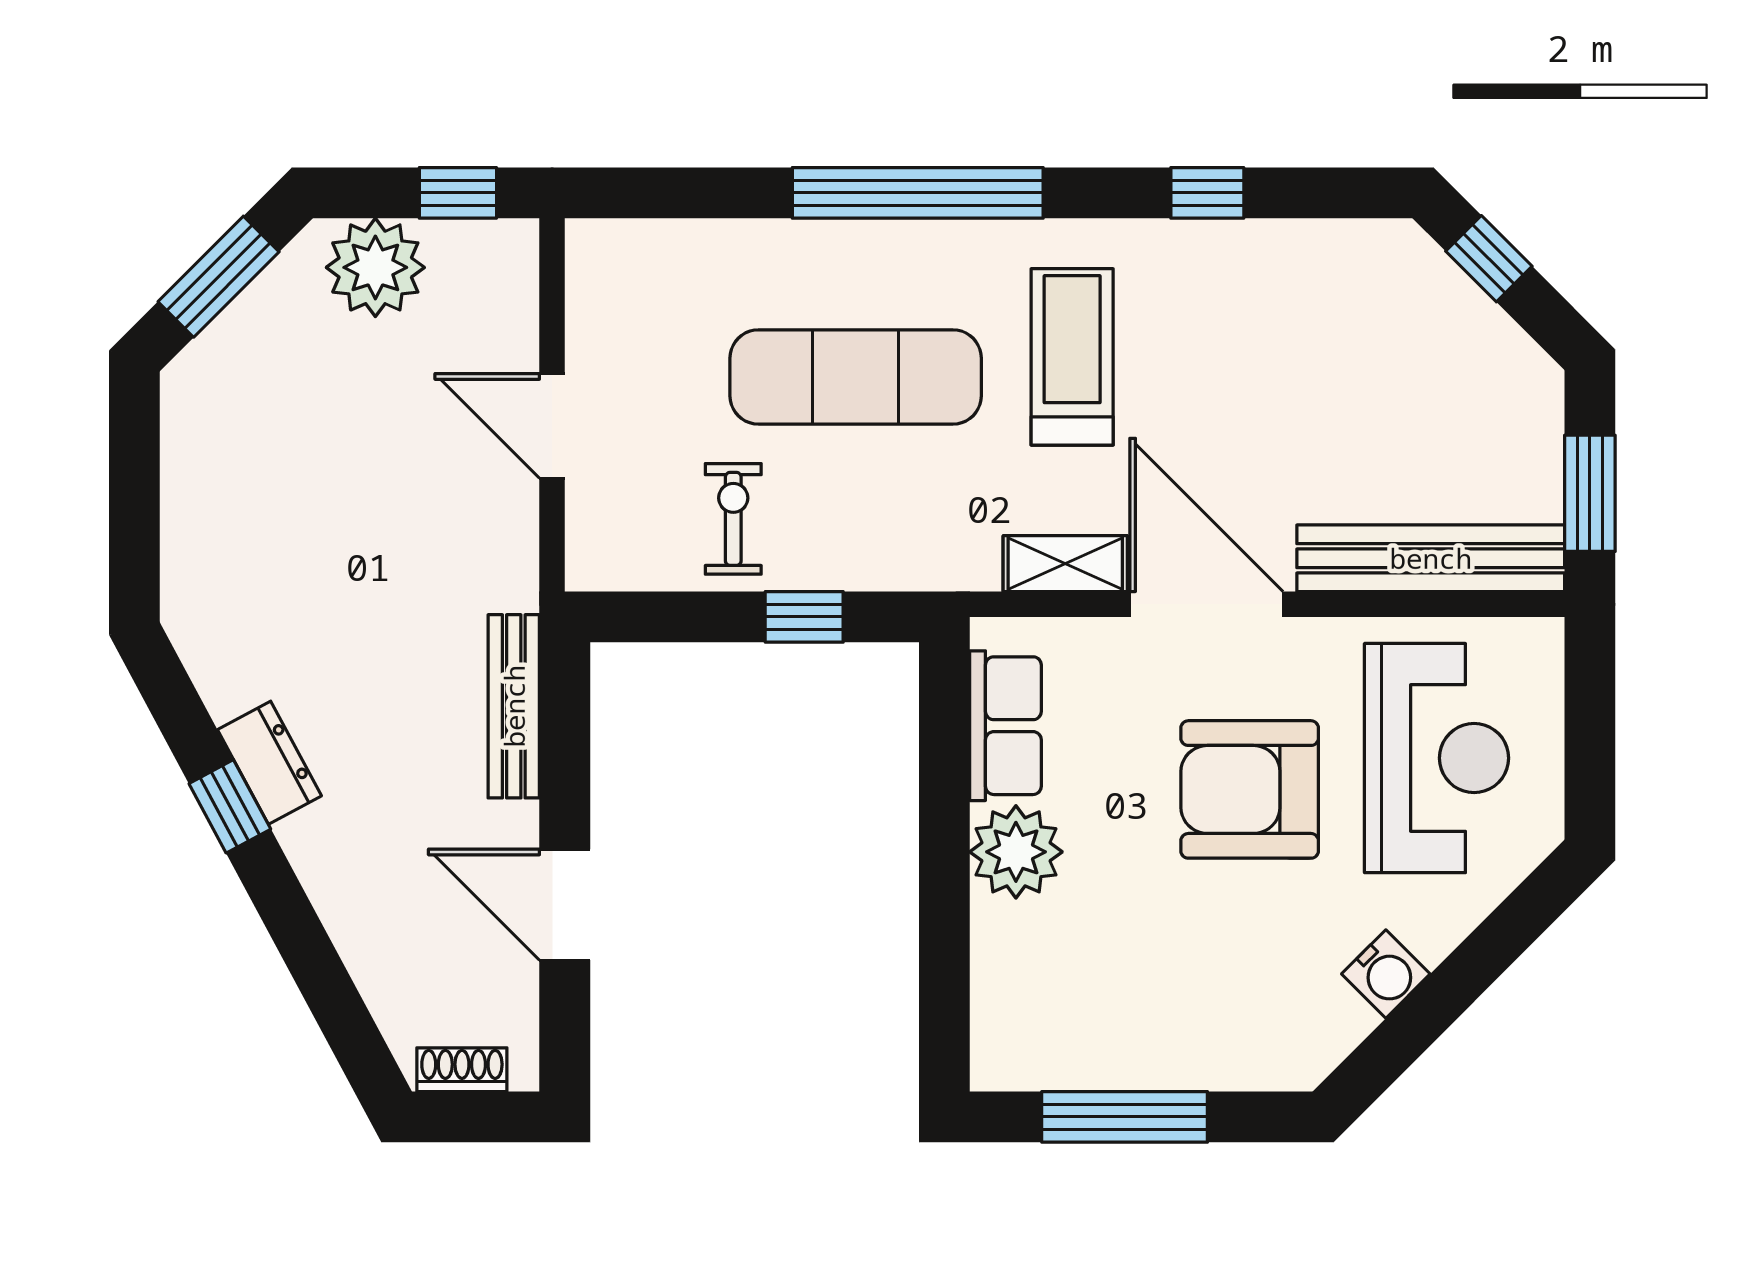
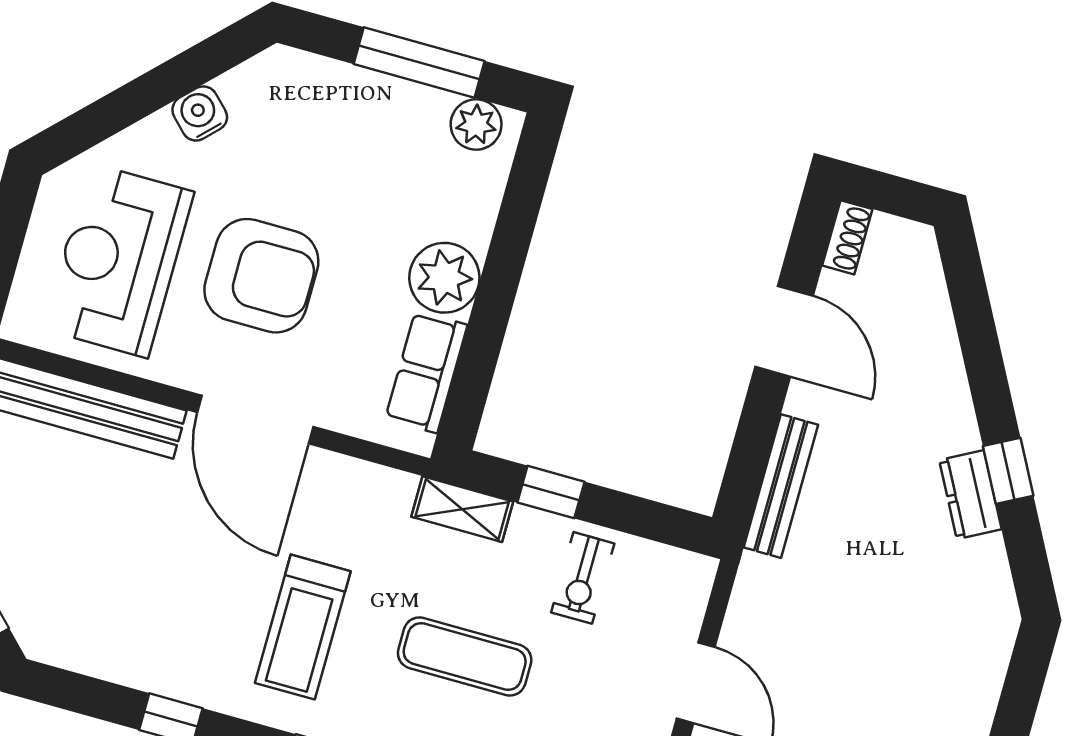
exercise mat: (856, 377) -> (465, 657), width x0.73, depth x0.69
shelving: (1065, 564) -> (462, 509), moved
plant: (1030, 1058) -> (476, 125), added
shoe rack: (462, 1070) -> (847, 237), moved, turned -90

